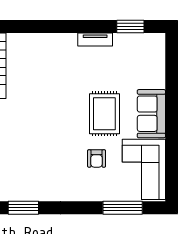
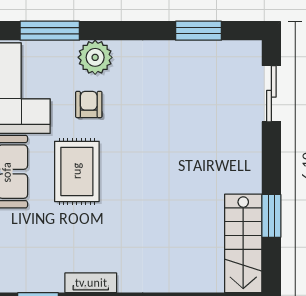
plant: (92, 190) -> (95, 57), added

